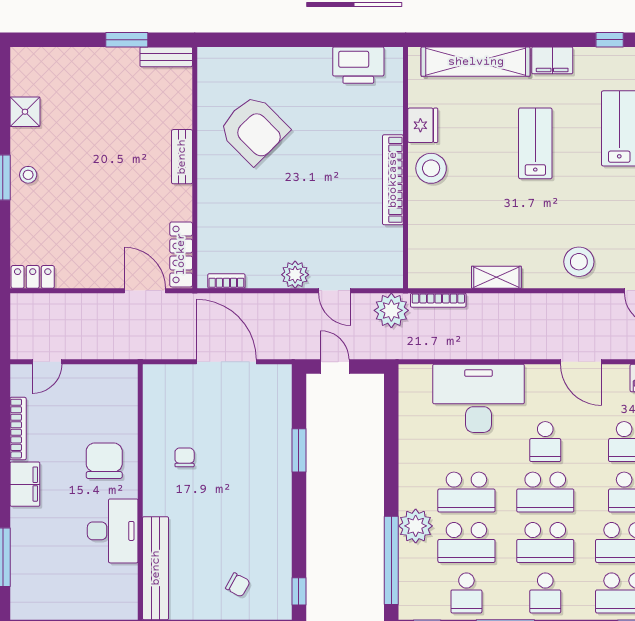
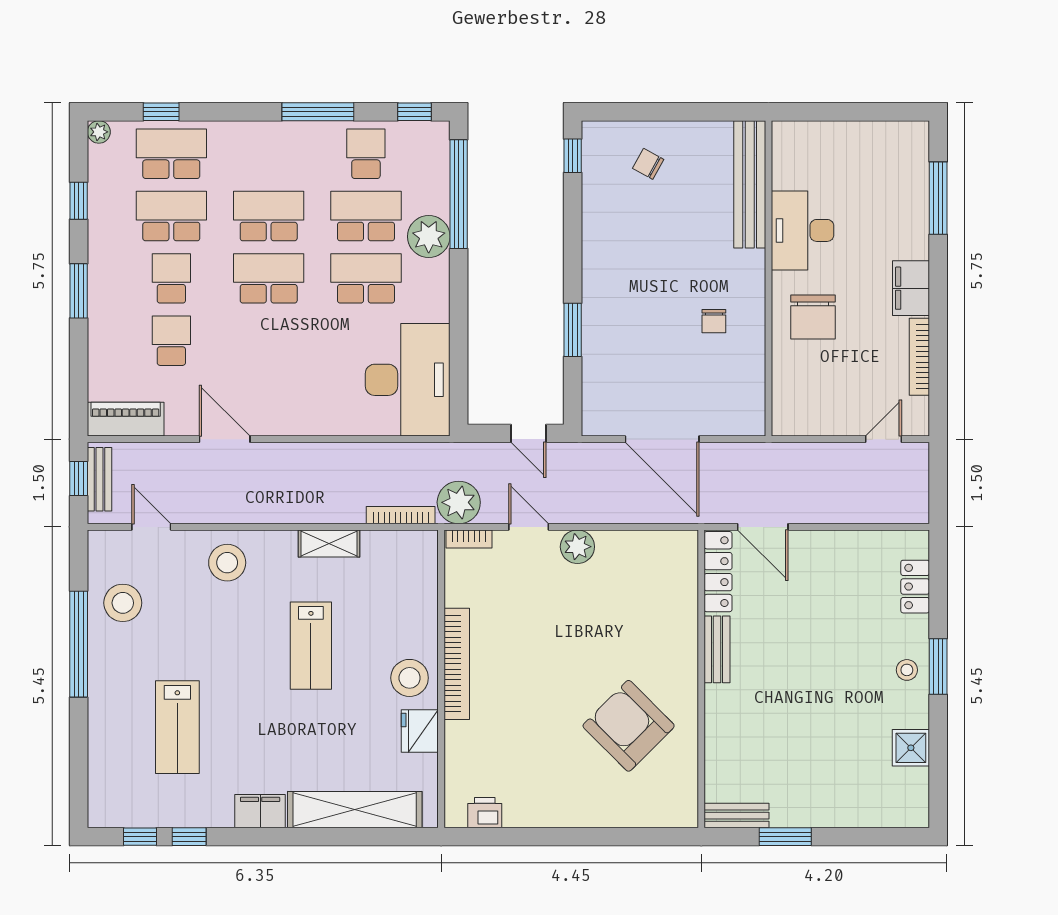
printer: (358, 65) -> (485, 813), width x0.53, depth x0.68
lab bench: (535, 143) -> (311, 646), moved
bench: (182, 157) -> (717, 649), moved
locker: (33, 277) -> (915, 587), moved, turned 90
bookcase: (226, 281) -> (469, 539), moved
desk: (479, 398) -> (408, 380), moved, turned -90
school desk: (545, 442) -> (269, 341), removed
school desk: (545, 593) -> (269, 154), removed

